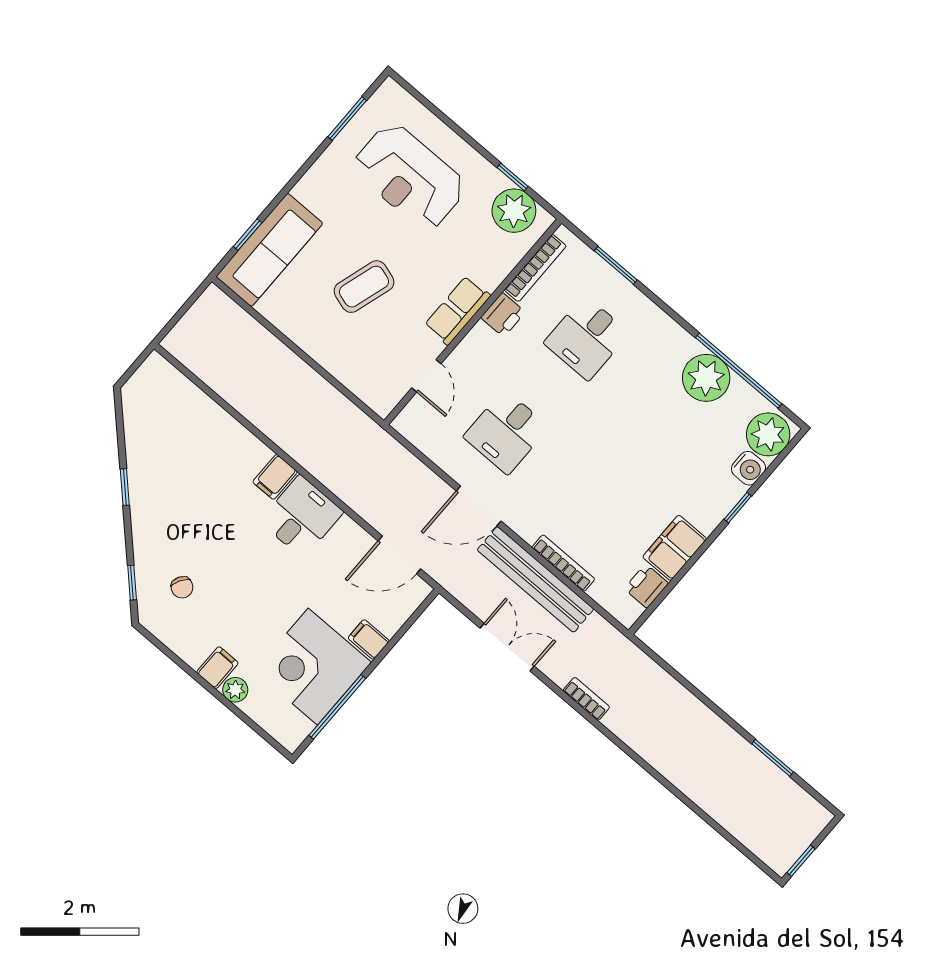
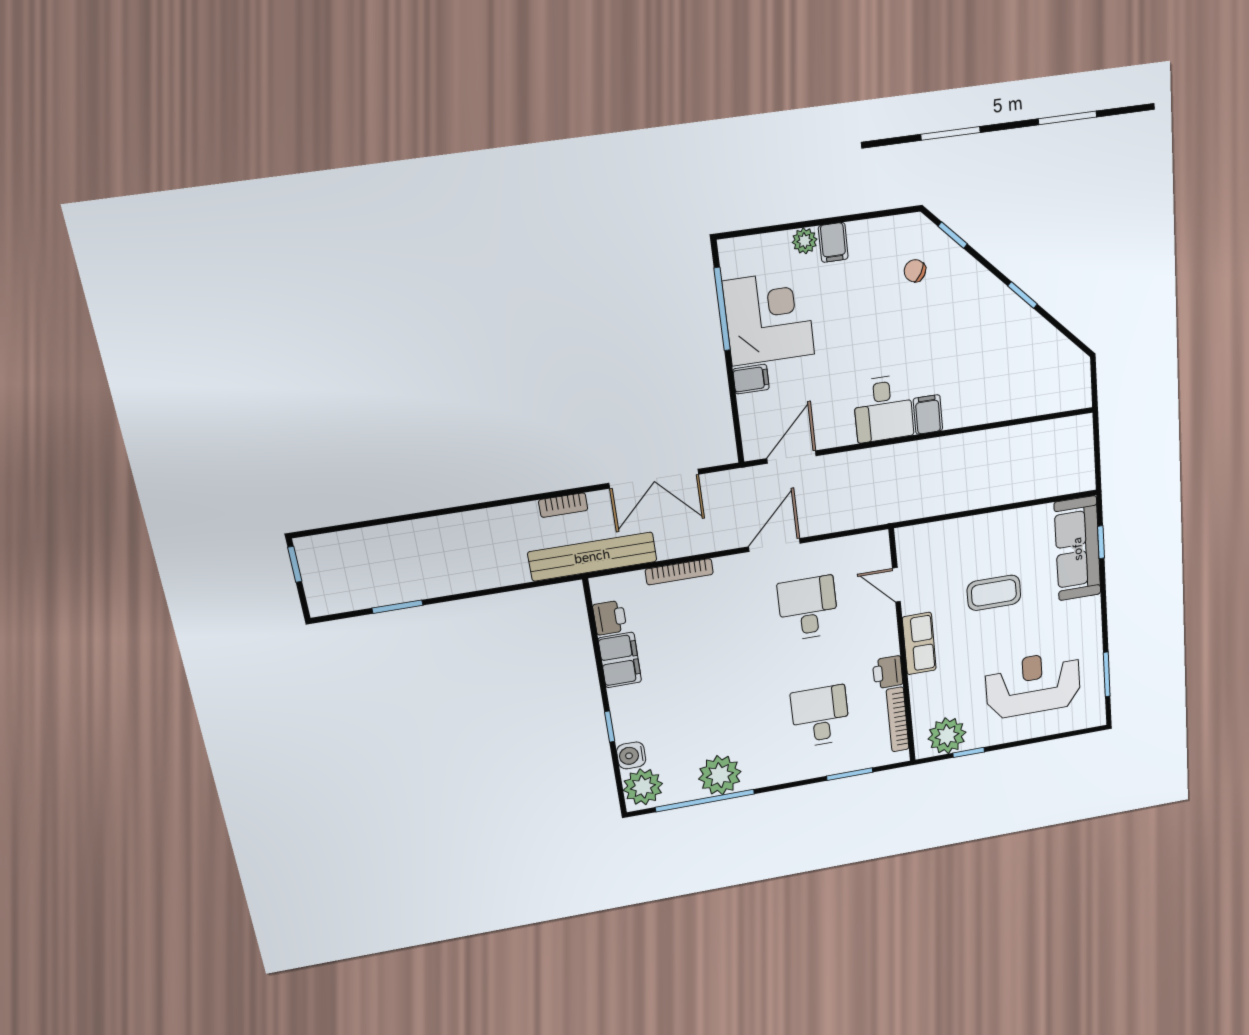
coffee table: (364, 287) -> (994, 593), turned 73
bench: (535, 579) -> (592, 557), moved
double door: (507, 647) -> (654, 479), width x1.37

